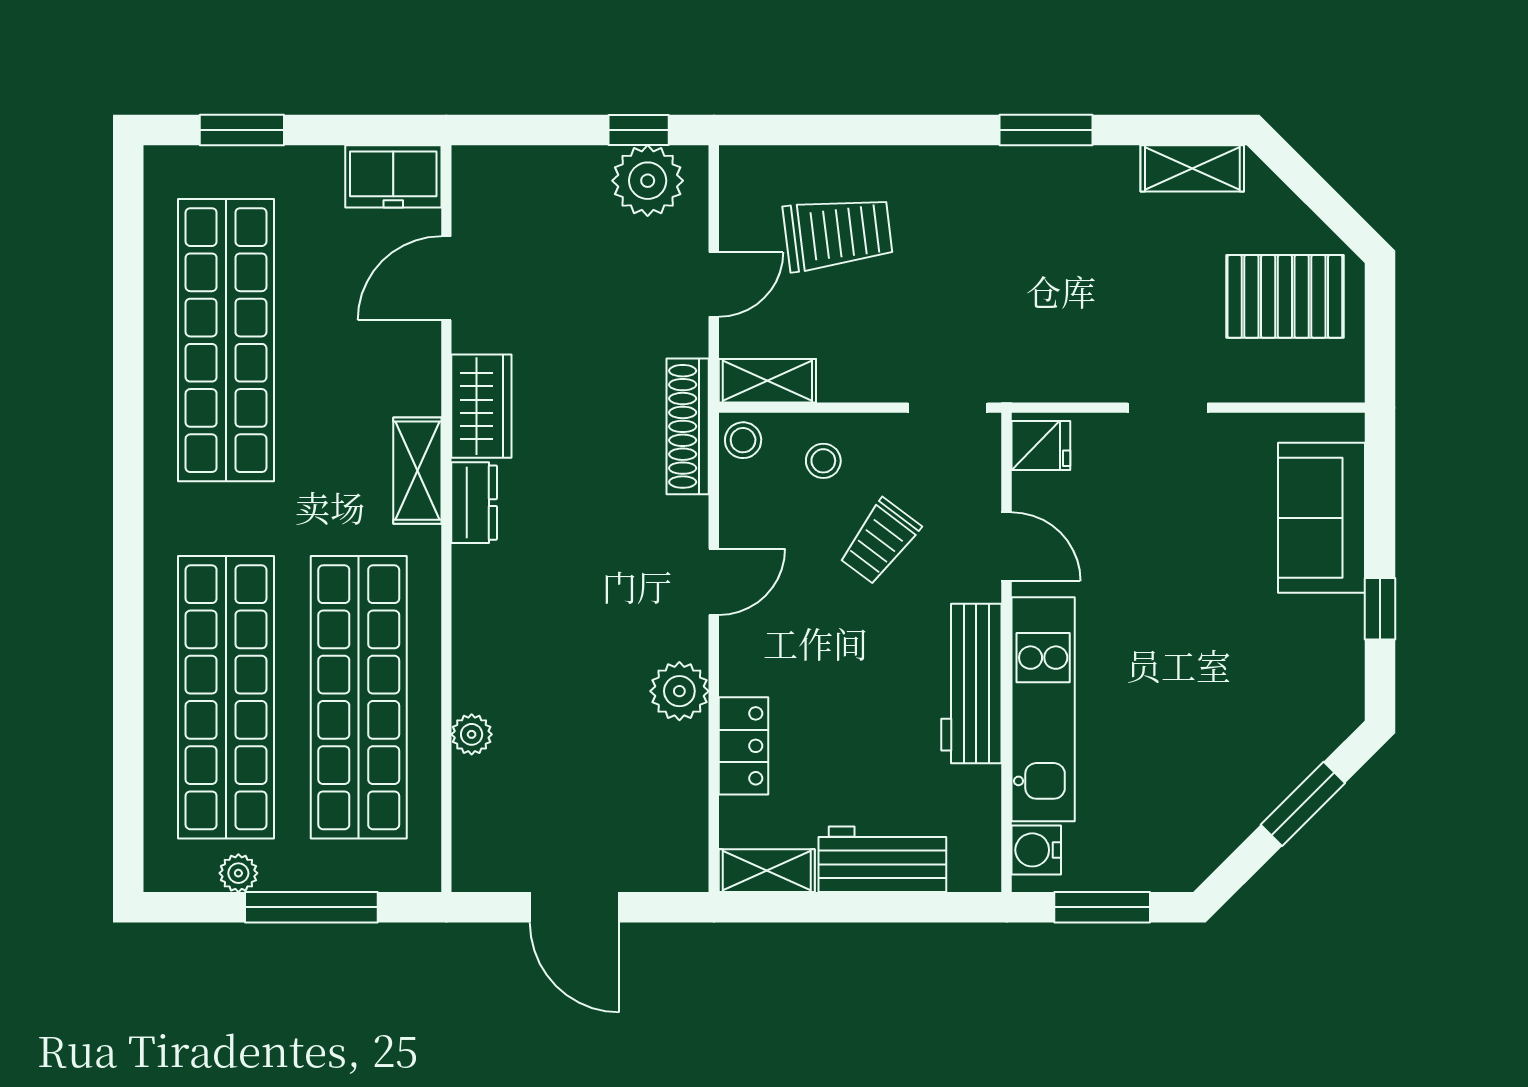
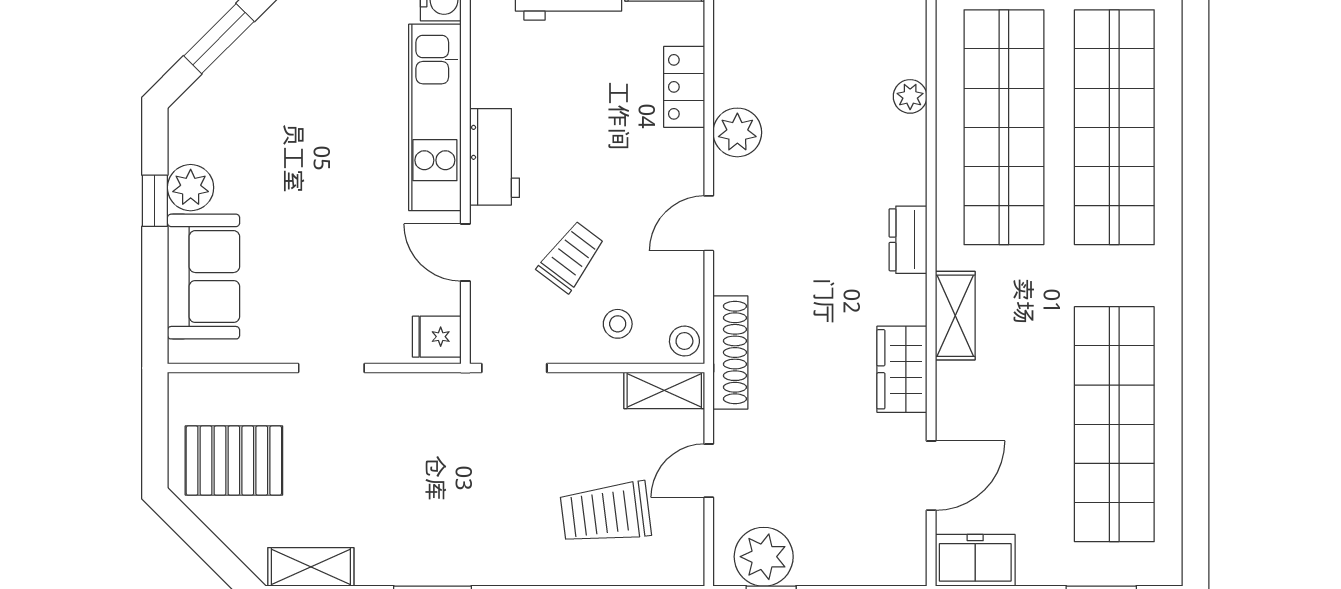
dresser: (474, 503) -> (908, 240), moved
plant: (1337, 625) -> (191, 188), added
workbench: (971, 683) -> (495, 157), width x0.73

